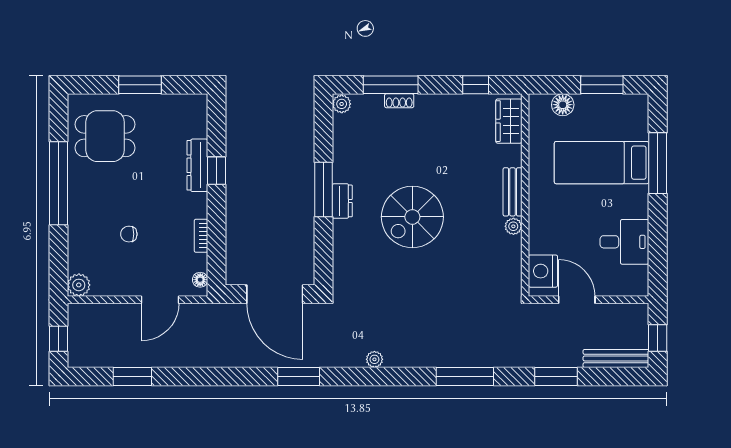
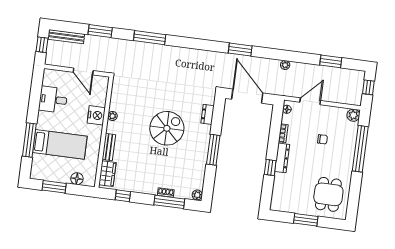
dining table: (105, 136) -> (328, 194), turned 90
dresser: (197, 165) -> (282, 158), moved
window: (58, 183) -> (360, 149), moved
bench: (512, 192) -> (109, 147), moved
dresser: (342, 201) -> (208, 114), moved
nightstand: (543, 271) -> (96, 115), moved
plant: (374, 359) -> (285, 65), moved

